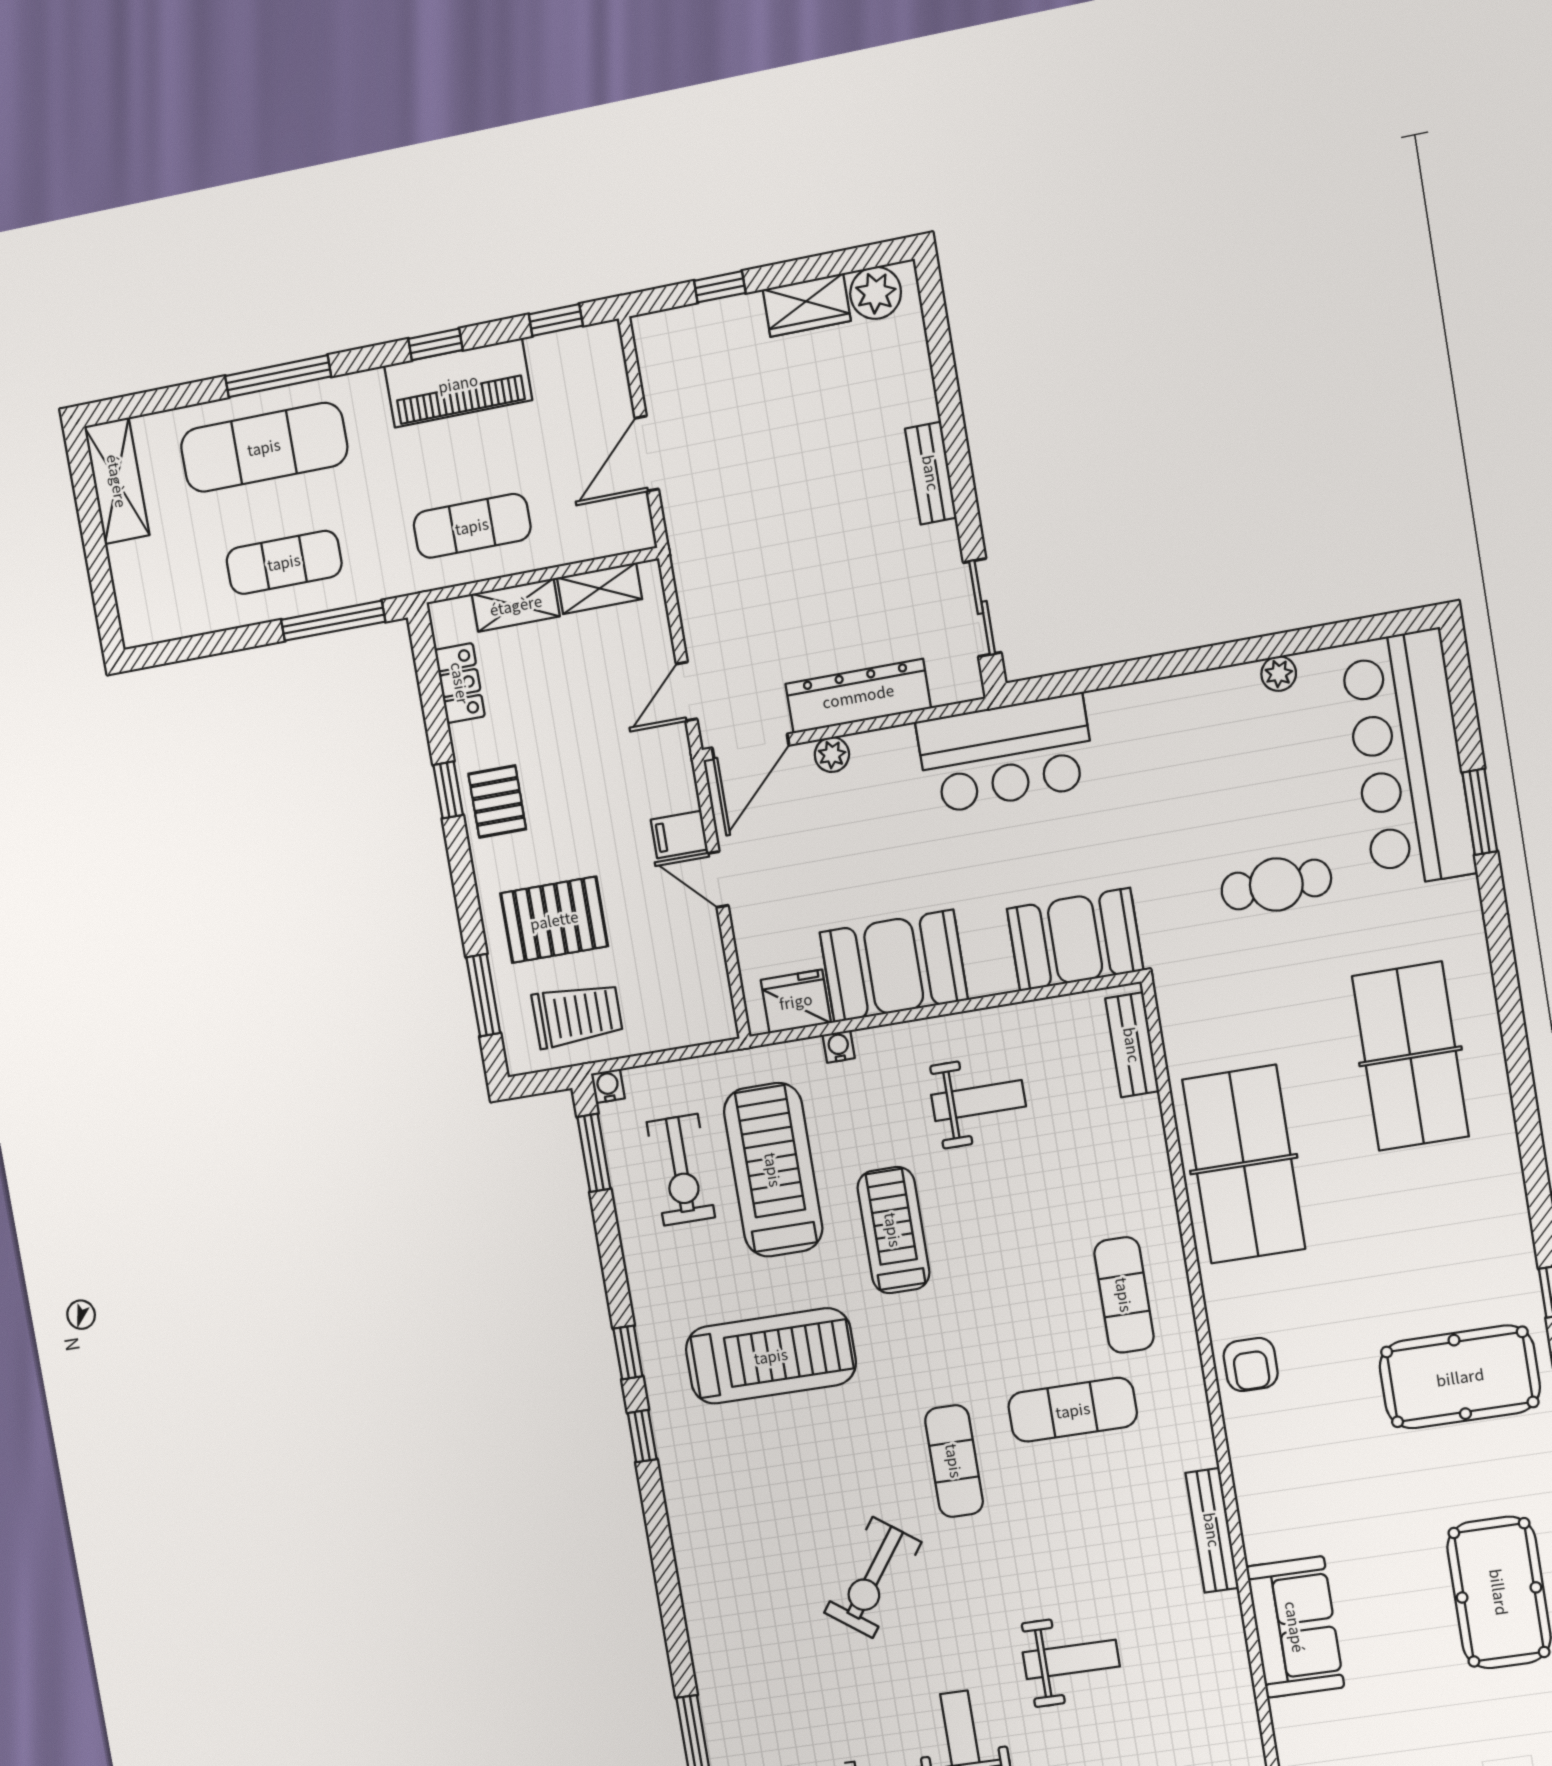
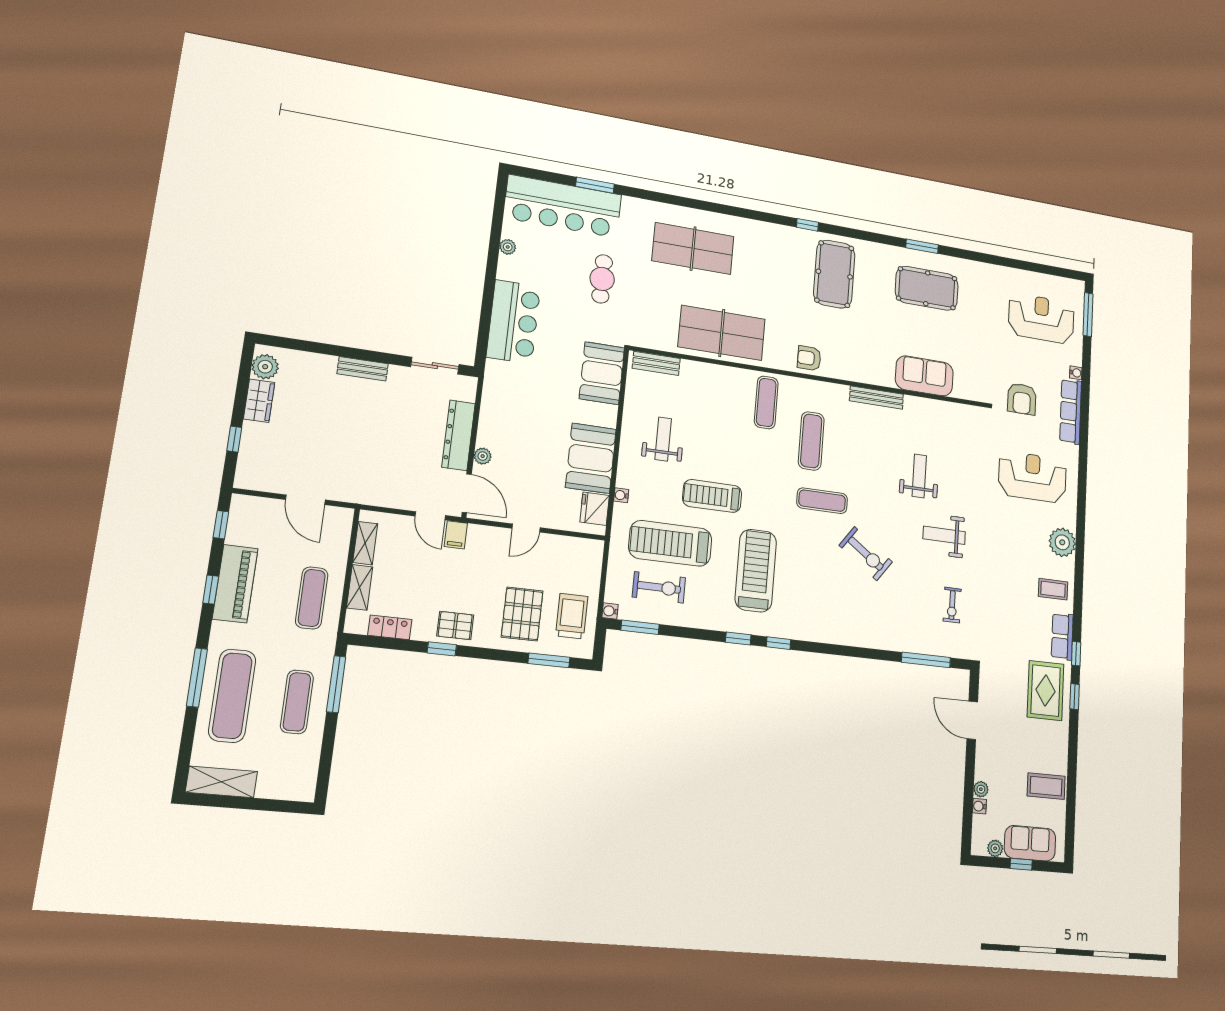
bar counter: (1006, 754) -> (513, 322), moved
filing cabinet: (679, 835) -> (456, 535), moved
exercise mat: (1124, 1295) -> (766, 402), turned 90
armchair: (1251, 1365) -> (809, 358), turned 180

